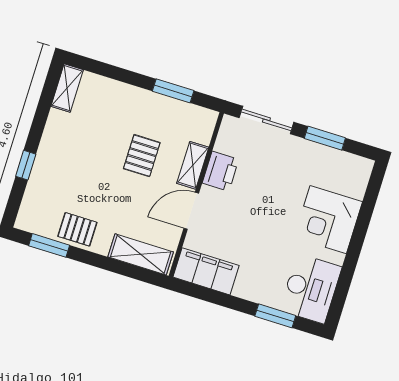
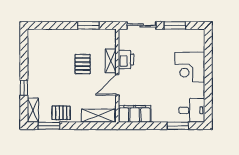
shelving: (67, 88) -> (33, 110), moved
desk: (311, 289) -> (192, 110), width x0.73

